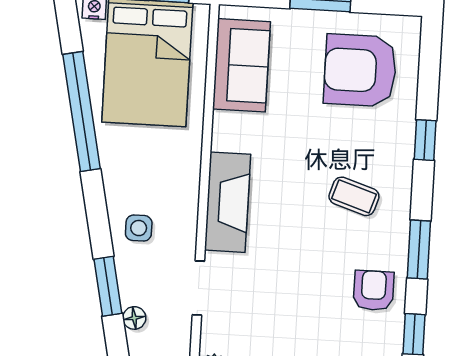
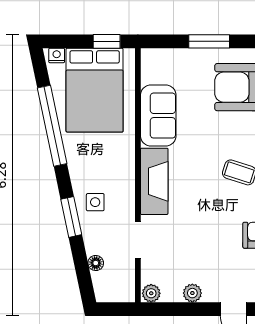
sofa: (241, 65) -> (158, 116), moved
window: (108, 286) -> (71, 217), moved

